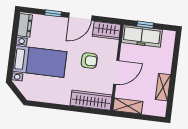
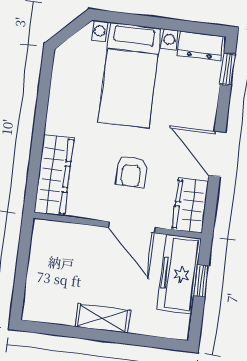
window: (53, 13) -> (228, 69), moved
door: (116, 72) -> (132, 227), moved
shelving: (163, 87) -> (103, 318), moved
shelving: (128, 106) -> (42, 247), removed

